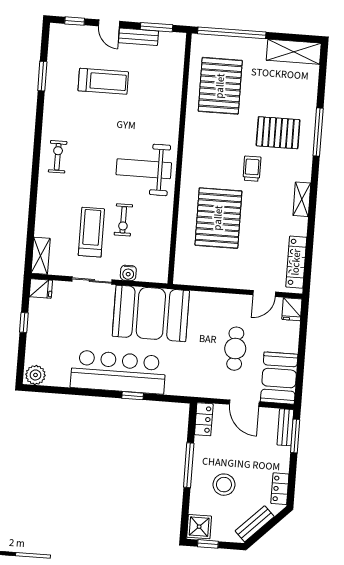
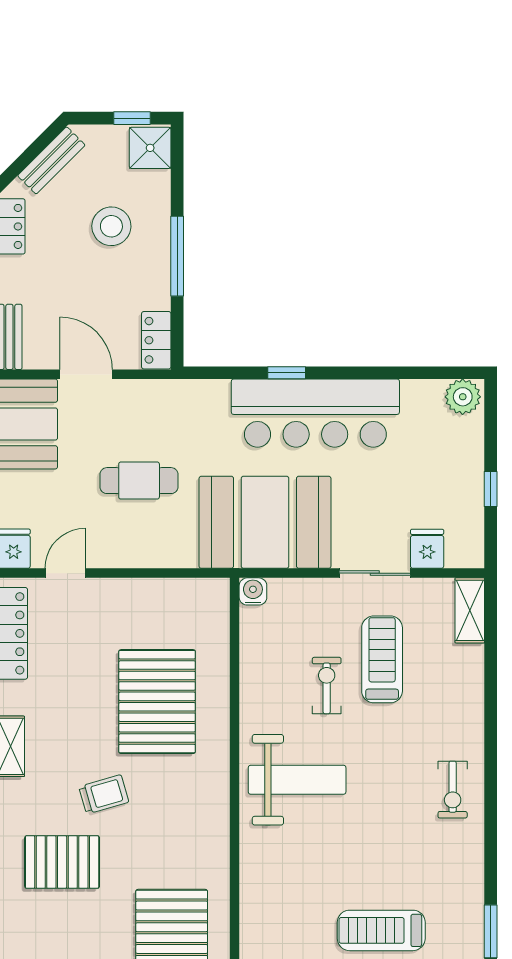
trolley: (252, 169) -> (104, 794), turned -106
treadmill: (91, 232) -> (382, 659), turned 180
water cooler: (128, 273) -> (253, 591), moved
fridge: (41, 289) -> (427, 549), moved, turned 90
cafe table: (235, 349) -> (139, 481), moved, turned 90

